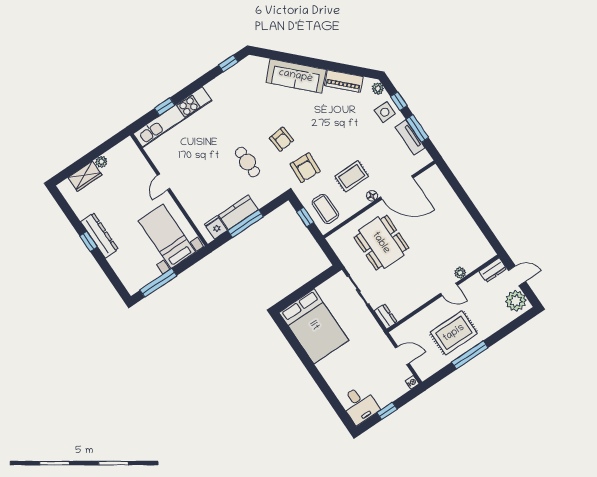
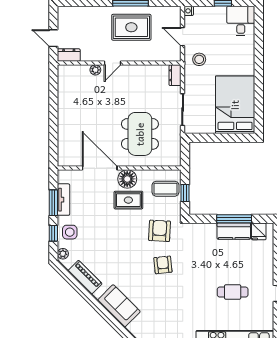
sofa: (296, 76) -> (119, 306), width x0.73
cafe table: (247, 162) -> (233, 292), moved, turned 90
floor lamp: (372, 196) -> (127, 179), width x1.89, depth x1.89
coffee table: (325, 209) -> (166, 189), turned 90
door: (449, 289) -> (112, 63), swing flipped
plant: (516, 301) -> (67, 20), removed
stool: (374, 345) -> (199, 59), added

